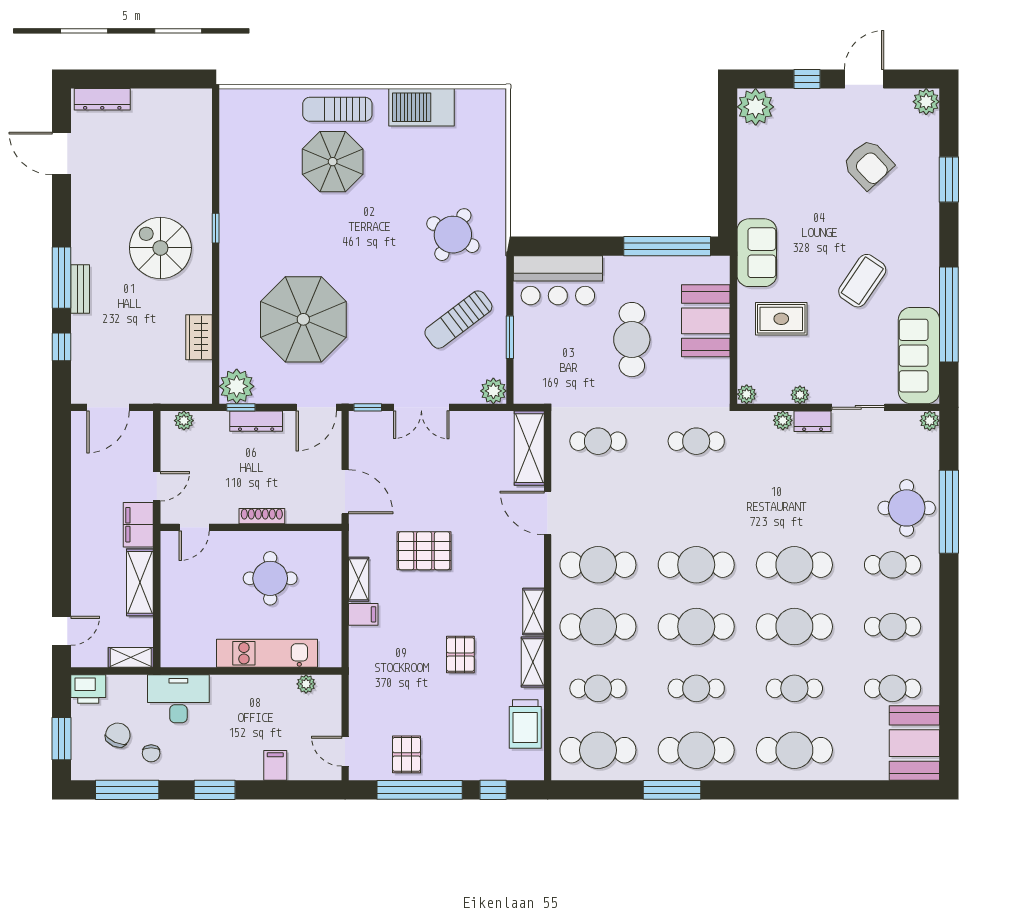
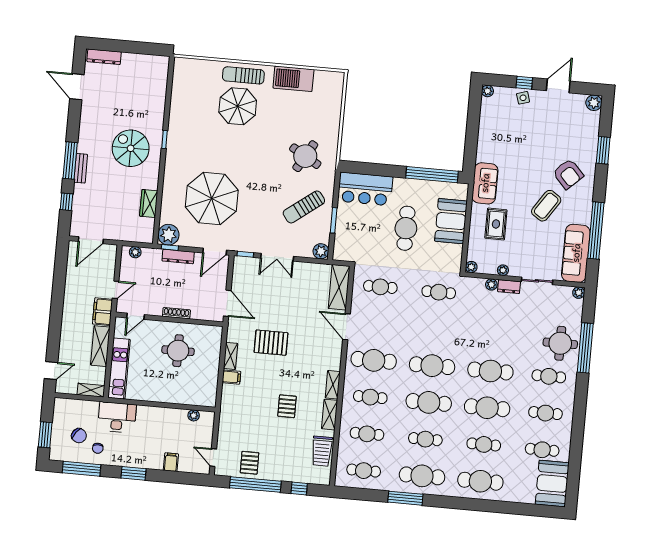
side table: (807, 104) -> (523, 98), added
plant: (756, 107) -> (487, 91), width x0.53, depth x0.53
armchair: (868, 164) -> (568, 174), moved
rug: (781, 319) -> (496, 224), turned 90
cafe table: (598, 627) -> (370, 397), width x0.73, depth x0.74
kitchen unit: (267, 653) -> (119, 369), moved, turned 90
printer: (88, 689) -> (64, 407), removed
chair: (118, 735) -> (79, 436), turned 103
cafe table: (598, 750) -> (364, 471), width x0.73, depth x0.74

